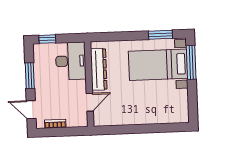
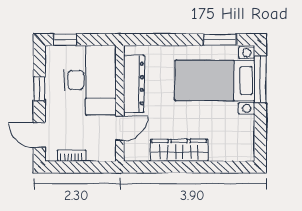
desk: (71, 61) -> (90, 80), width x1.36, depth x1.30
window: (30, 76) -> (39, 89), width x0.67
wardrobe: (134, 117) -> (179, 150), added

